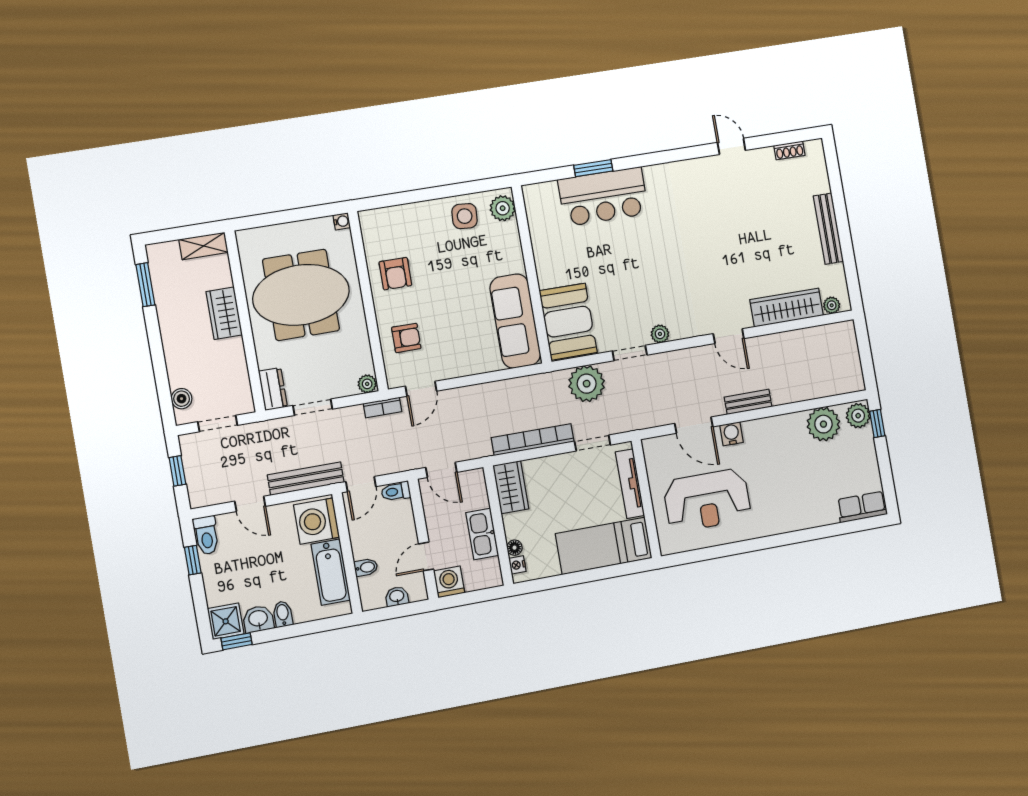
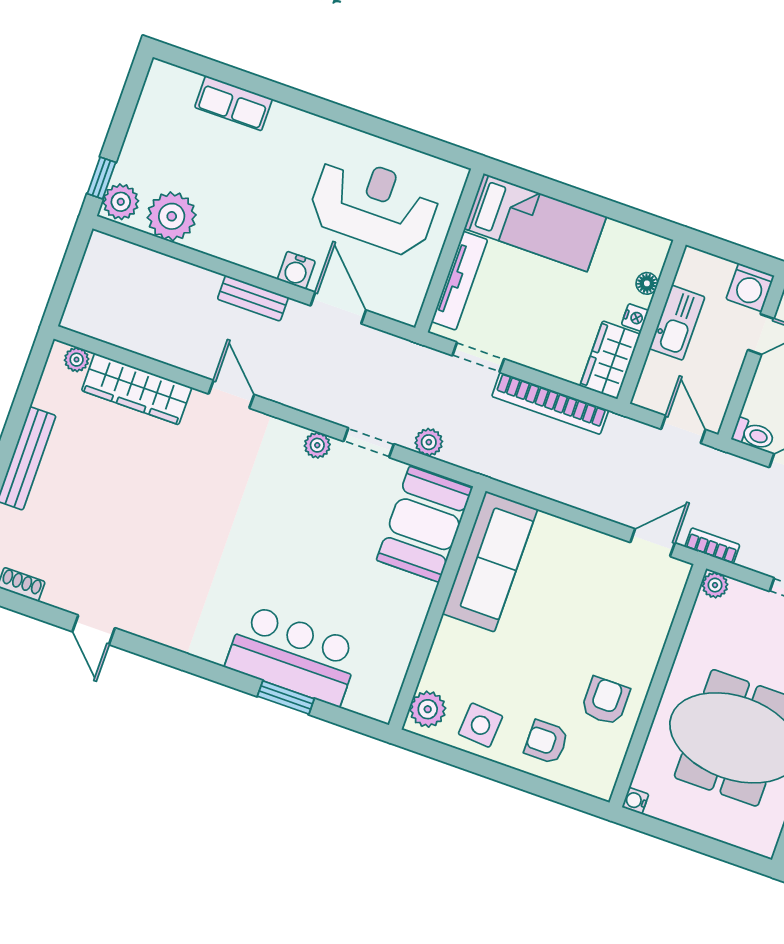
armchair: (406, 338) -> (546, 742), moved
plant: (587, 384) -> (429, 442), width x0.53, depth x0.53
row of seats: (862, 507) -> (234, 103), moved
nightstand: (517, 565) -> (635, 317), moved

